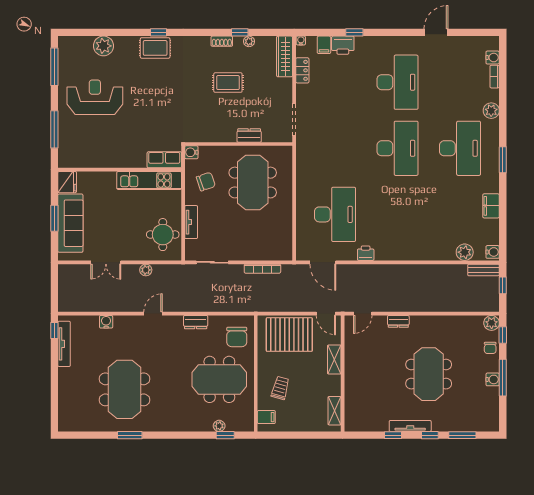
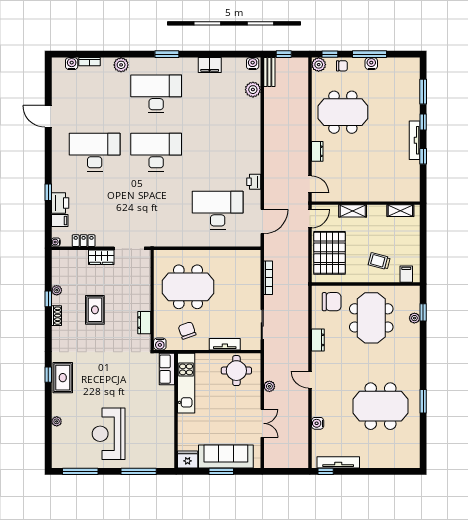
plant: (103, 46) -> (57, 421), width x0.53, depth x0.53
wardrobe: (285, 56) -> (101, 257), moved, width x0.67
dresser: (249, 136) -> (144, 323), moved
meeting table: (429, 374) -> (343, 112), moved

